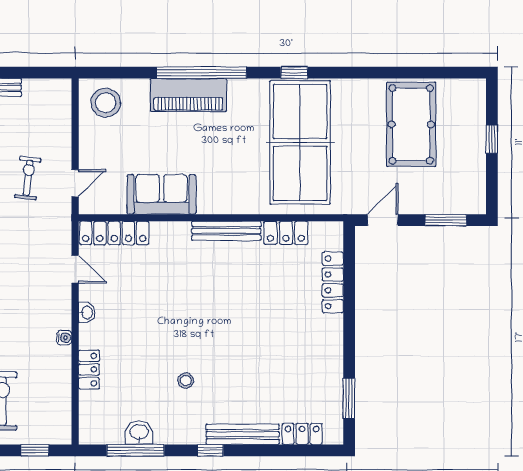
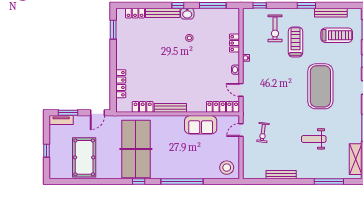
piano: (188, 95) -> (188, 171), removed
tv unit: (461, 205) -> (61, 120), added
washbasin: (139, 433) -> (187, 14), moved

